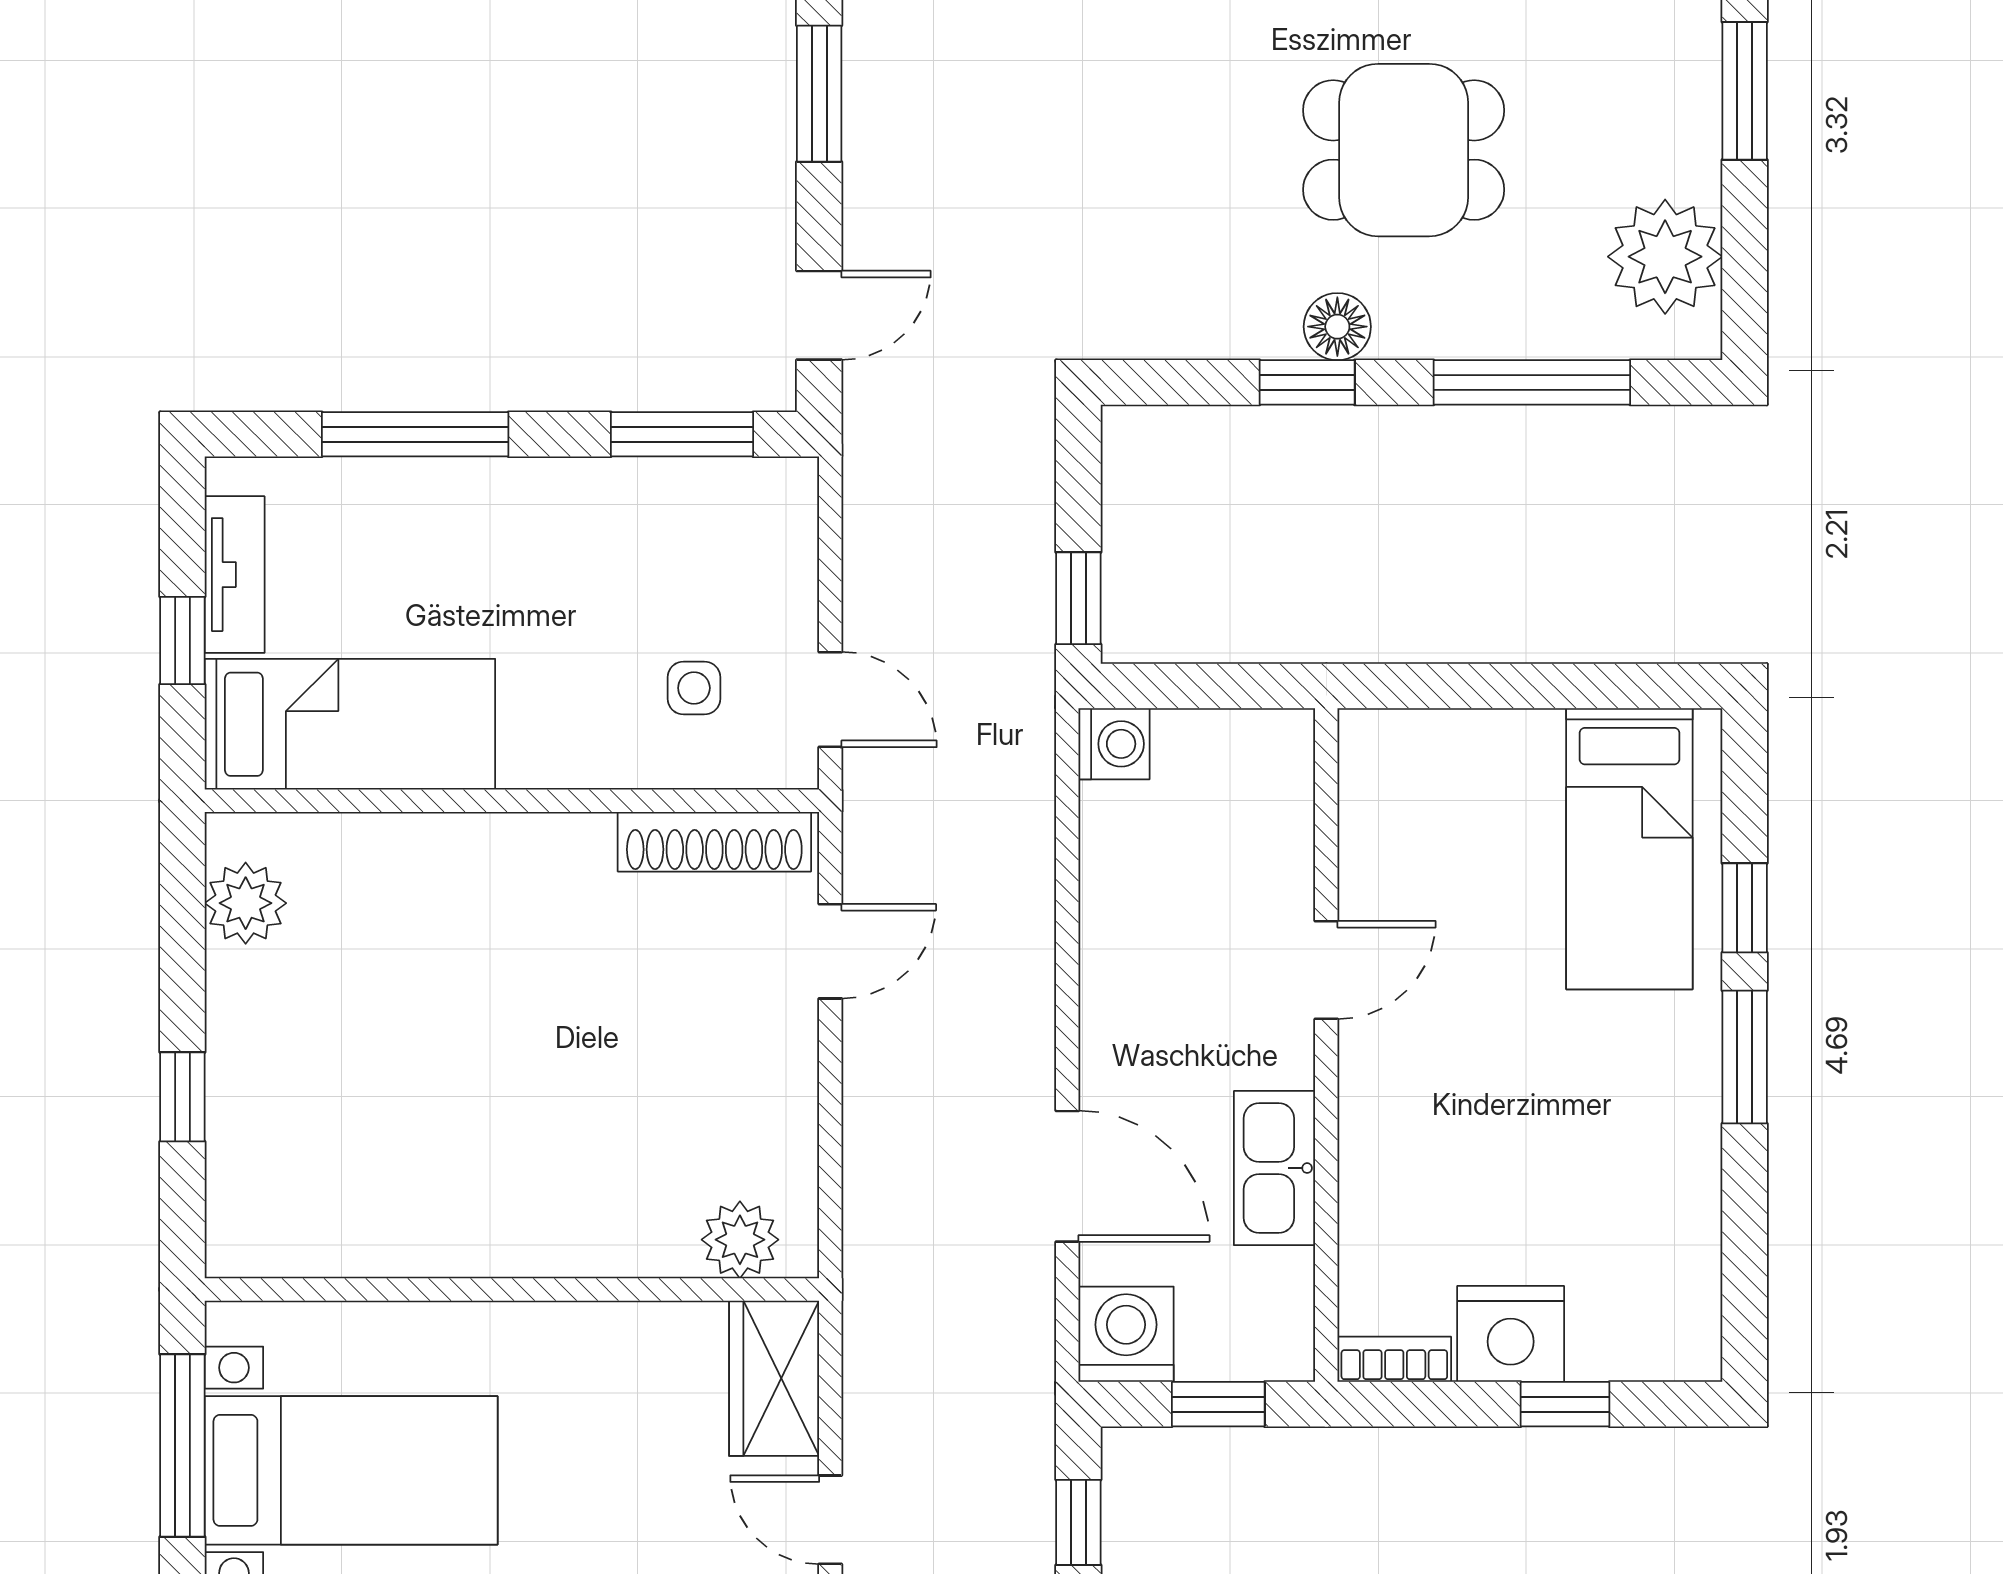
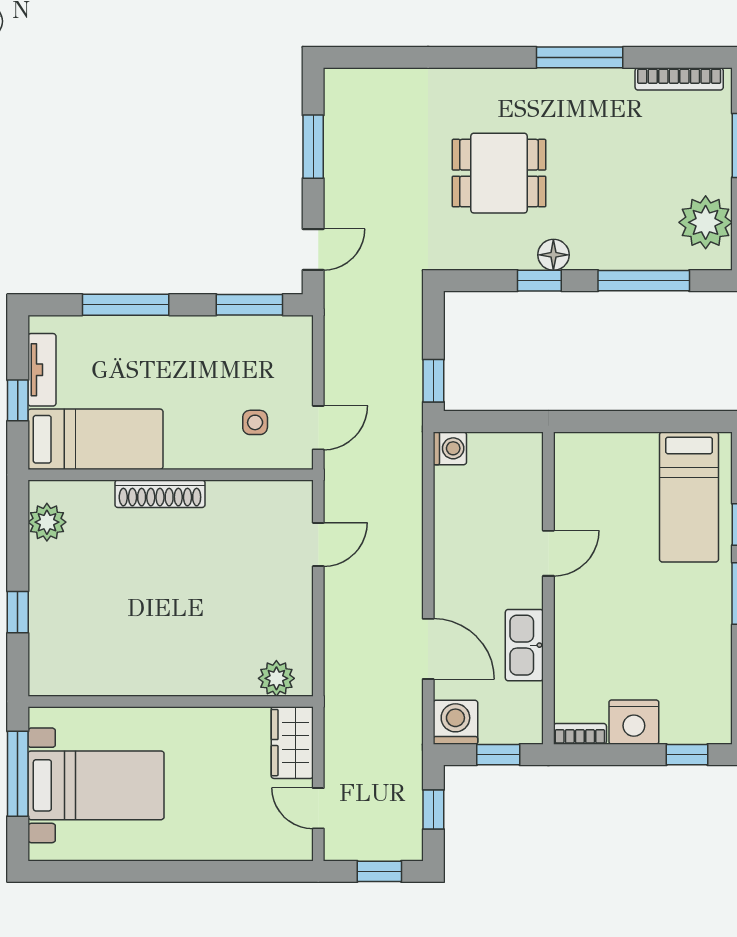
dining table: (1404, 150) -> (499, 173), moved
door: (830, 699) -> (318, 428), hinge flipped
shoe rack: (714, 842) -> (160, 494), moved
window: (1565, 1404) -> (687, 755), moved

